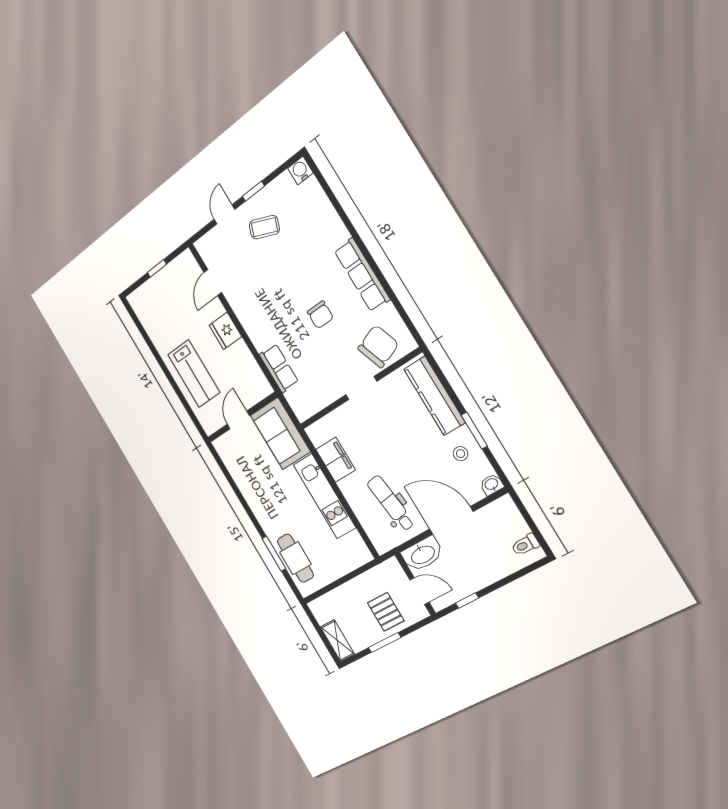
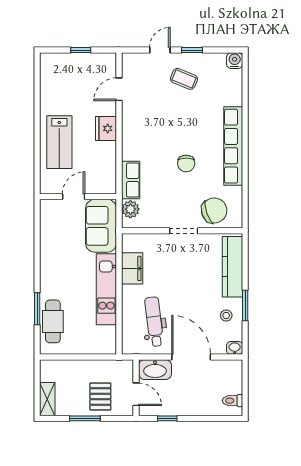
row of seats: (362, 275) -> (233, 146), width x1.36
plant: (297, 399) -> (130, 209), added

